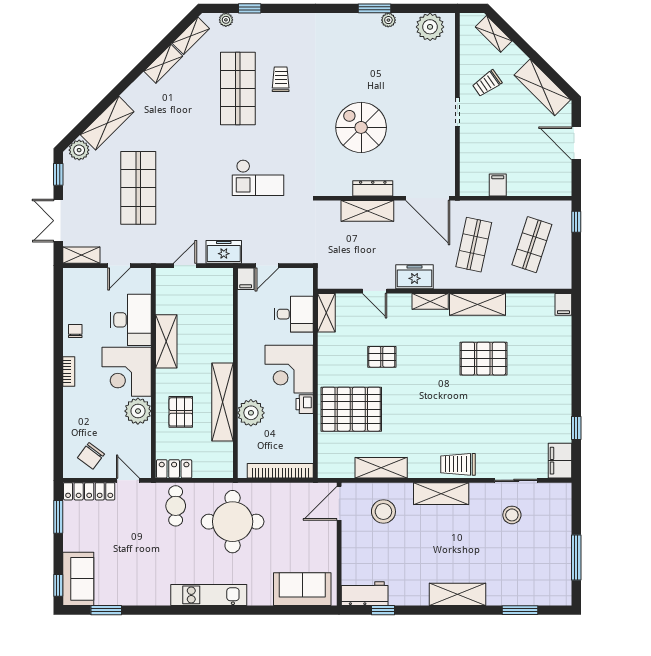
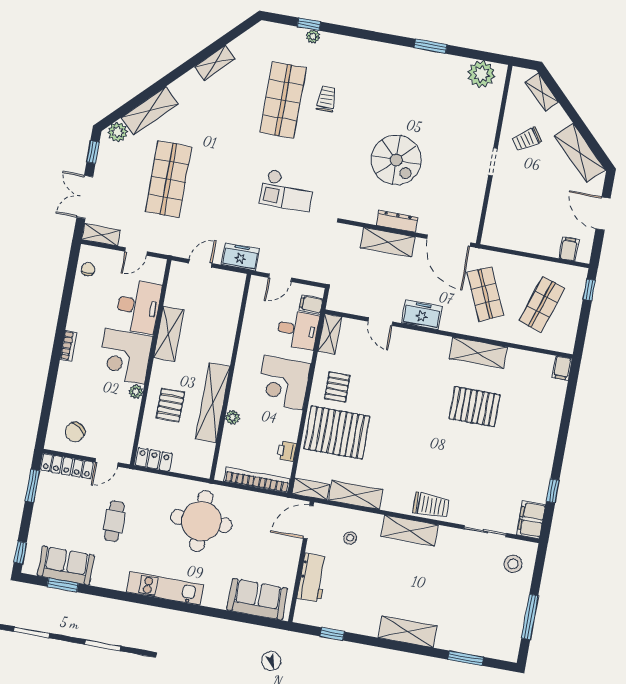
plant: (226, 20) -> (313, 36), moved
plant: (388, 20) -> (442, 60), removed
shelving: (191, 36) -> (247, 40), removed
spiral stairs: (361, 127) -> (396, 160), turned 180
filing cabinet: (498, 185) -> (569, 249), moved
shop shelf: (474, 245) -> (485, 294), turned -36
filing cabinet: (246, 279) -> (311, 304), moved, turned 90
shelving: (430, 301) -> (311, 489), moved
chair: (75, 331) -> (88, 269), moved
pallet: (382, 357) -> (337, 387), moved, turned 90
printer: (305, 404) -> (287, 451), moved
plant: (138, 411) -> (136, 392), width x0.53, depth x0.53
plant: (251, 413) -> (232, 417), width x0.53, depth x0.53
trolley: (458, 464) -> (431, 505), turned 180
door: (128, 480) -> (107, 462), swing flipped
cafe table: (176, 506) -> (114, 521), moved
stool: (383, 512) -> (350, 538), width x0.53, depth x0.53
stool: (512, 515) -> (513, 564), moved
sofa: (78, 579) -> (66, 565), moved, turned -90
workbench: (365, 594) -> (313, 578), moved, turned 90

